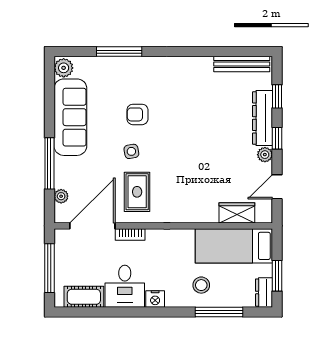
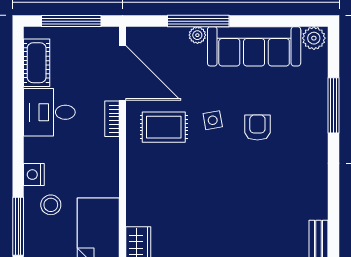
plant: (61, 196) -> (197, 35), moved
nightstand: (155, 299) -> (34, 175), moved

